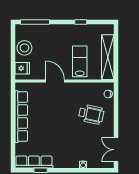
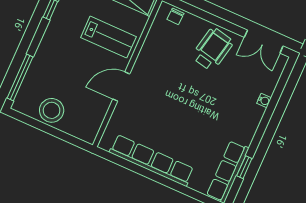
lab bench: (80, 61) -> (108, 37), turned 180
fridge: (22, 68) -> (80, 127), removed
wheelchair: (91, 114) -> (212, 49), moved

